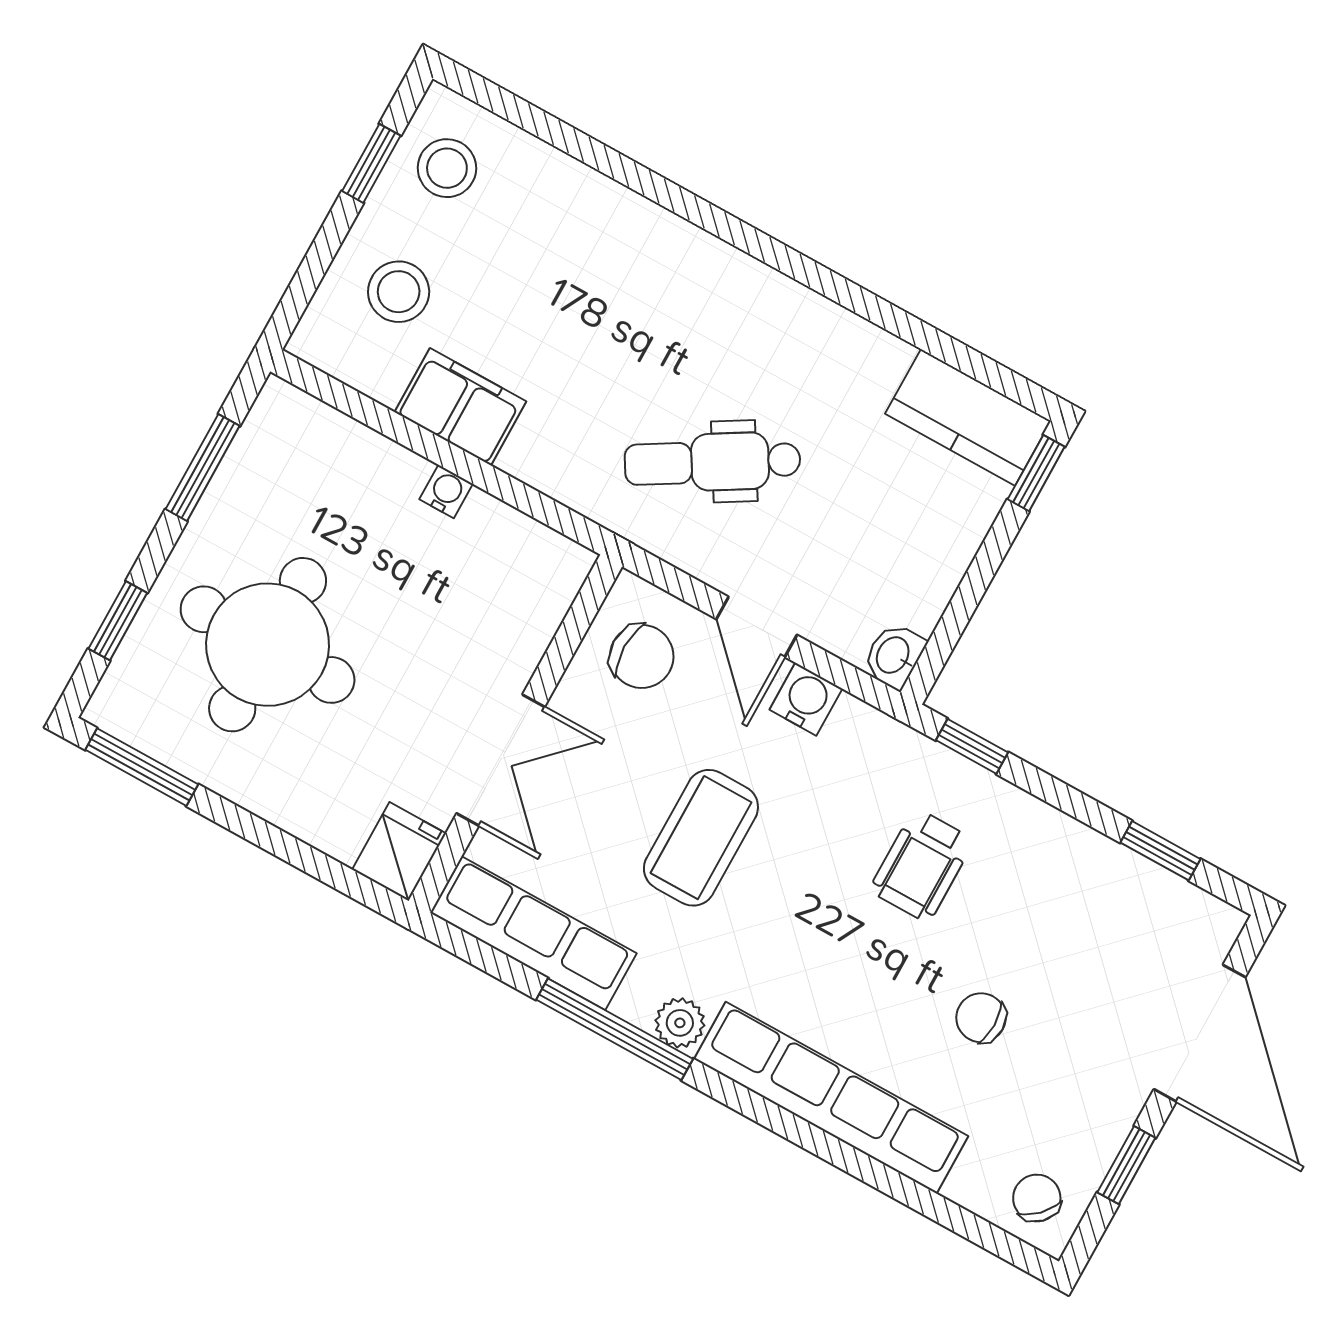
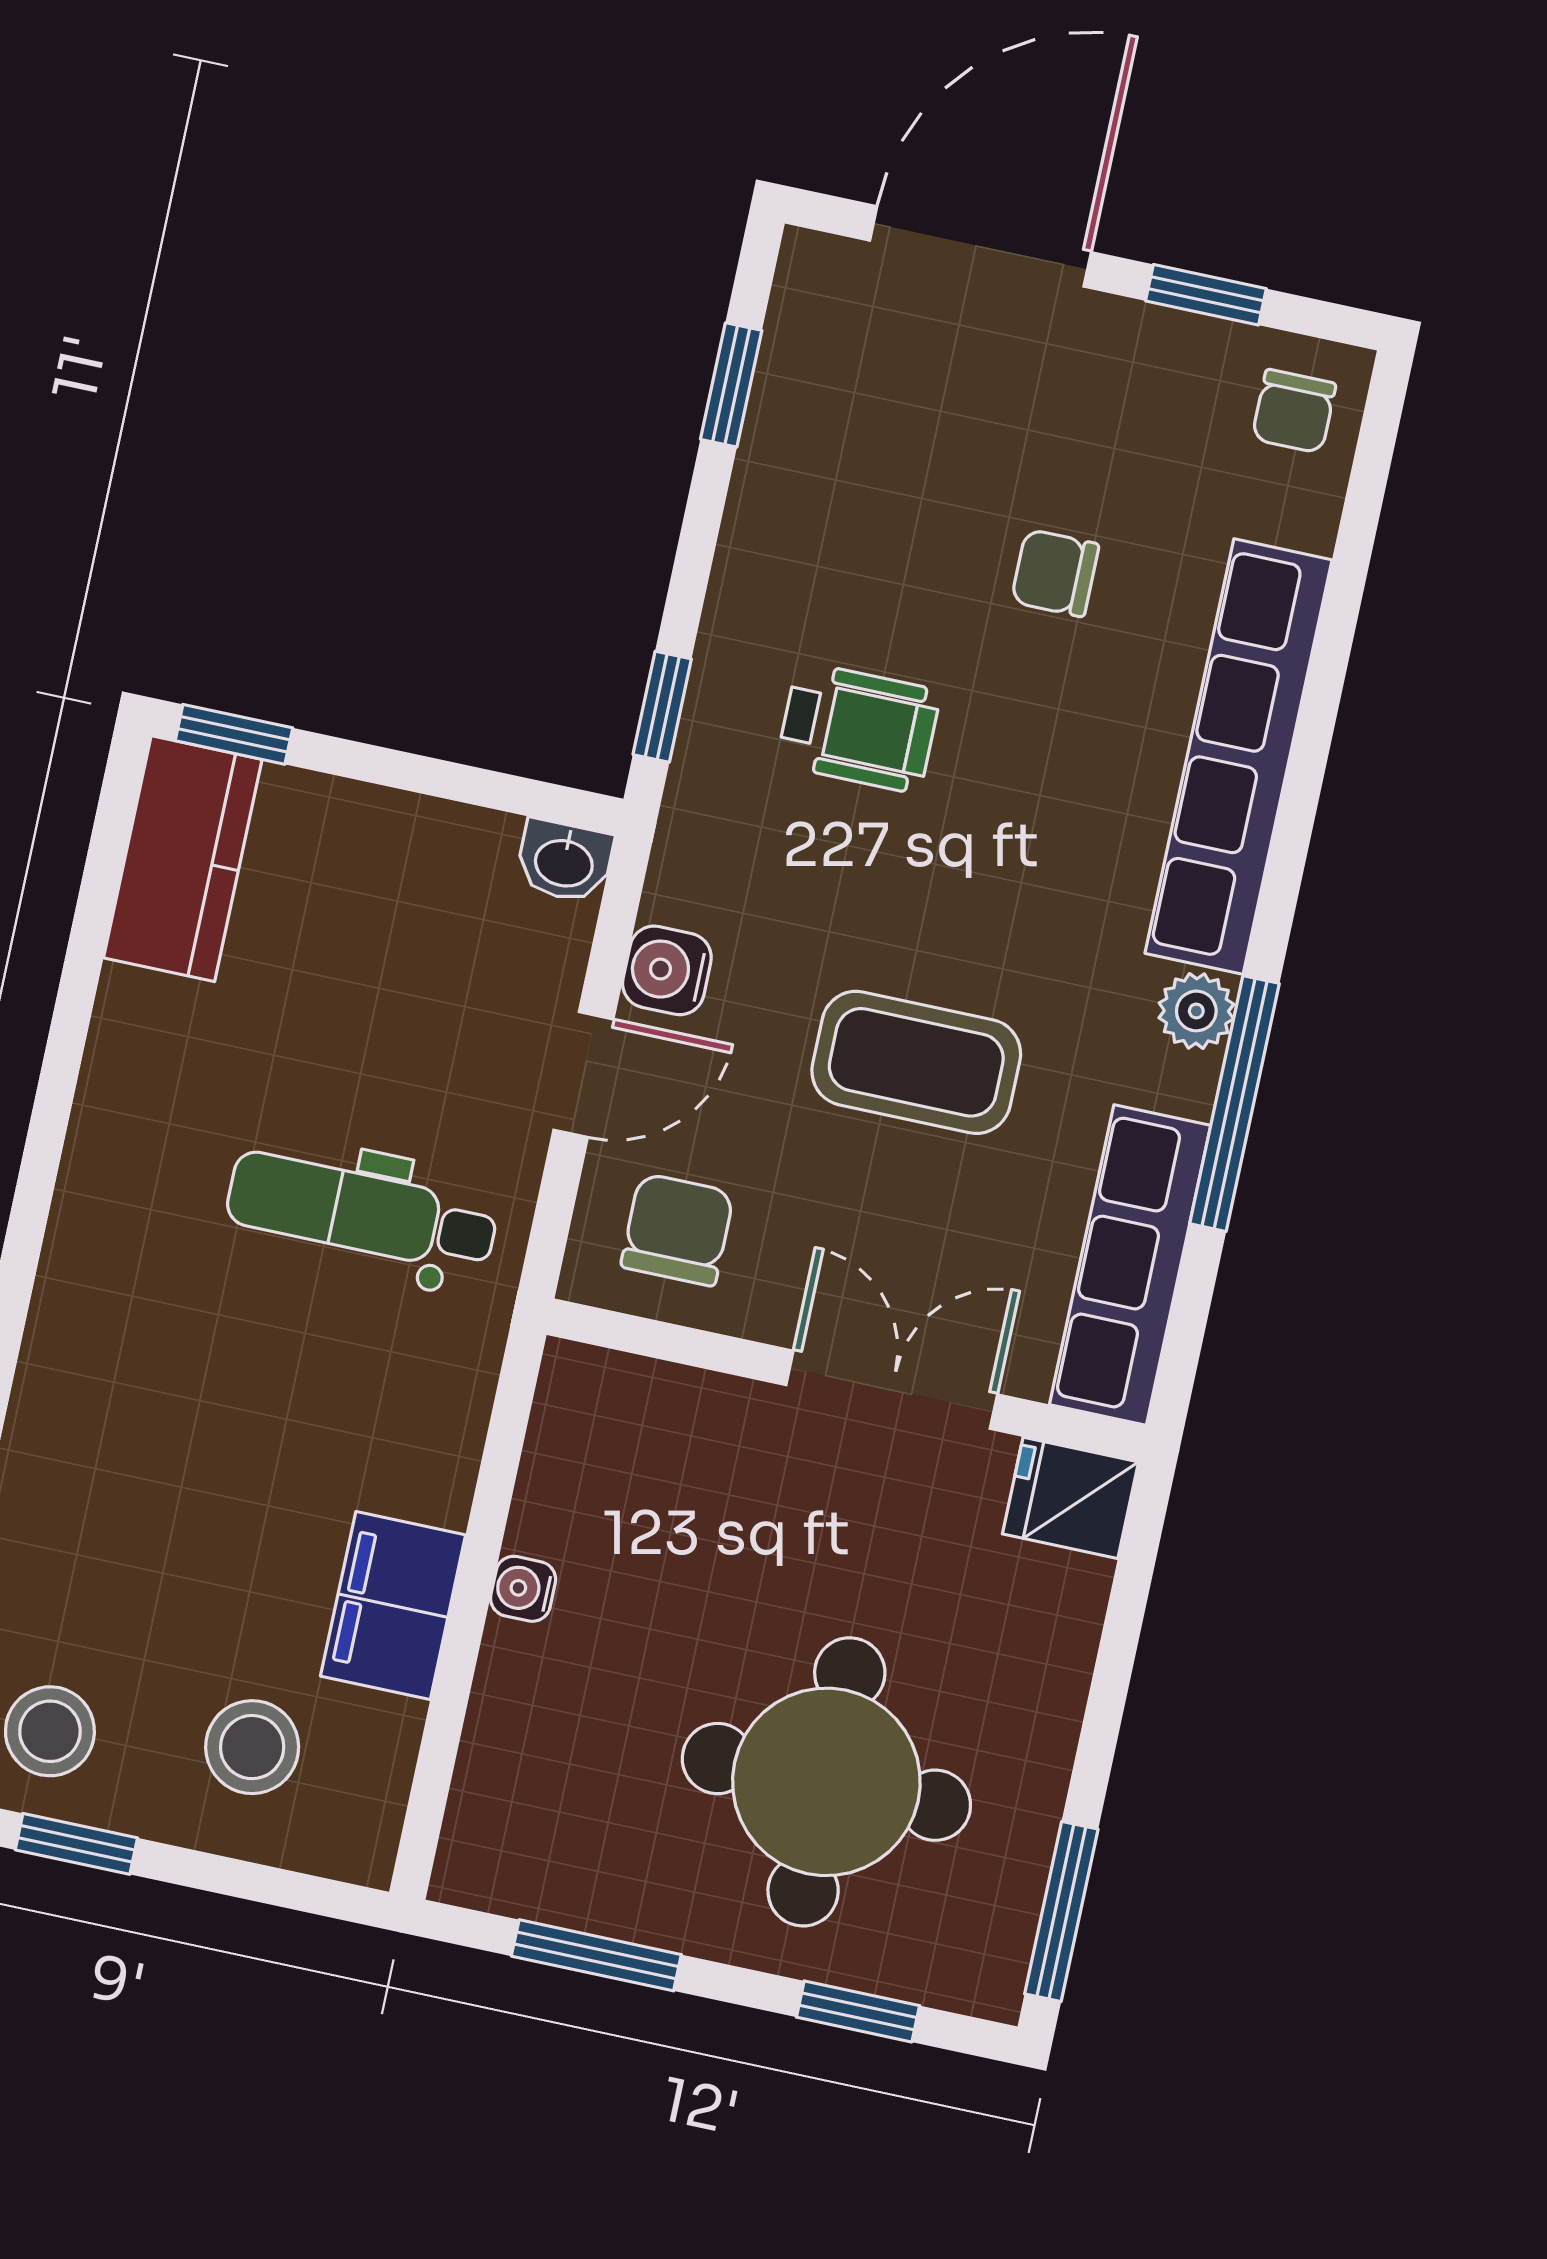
dental chair: (712, 462) -> (362, 1212), turned 121
chair: (981, 1018) -> (1055, 573), turned 90
chair: (1037, 1198) -> (1294, 411), turned -45

